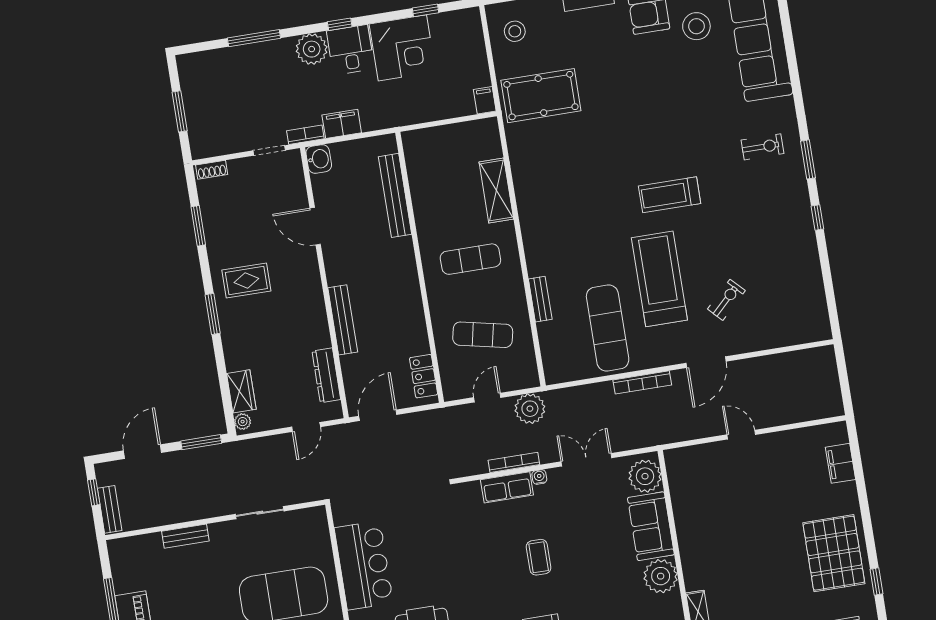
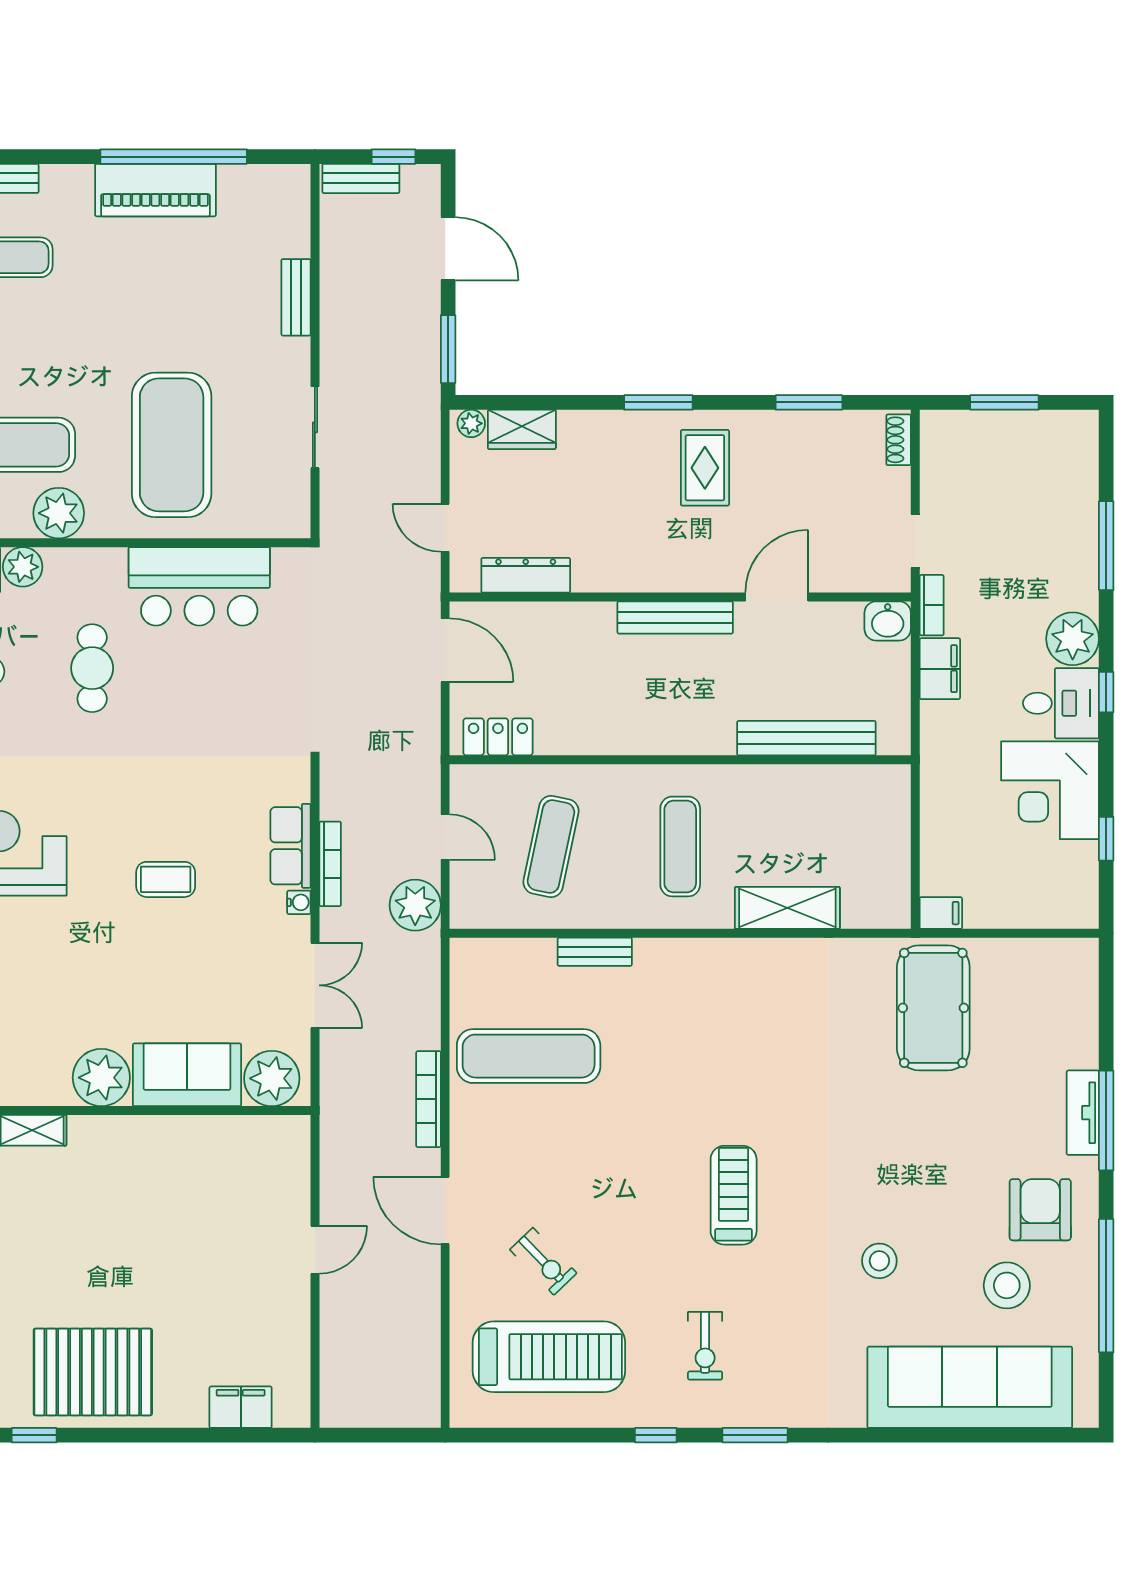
stool: (515, 31) -> (879, 1261), moved
exercise bike: (762, 147) -> (705, 1346), moved
treadmill: (659, 279) -> (549, 1357), moved
bench: (343, 320) -> (675, 617), moved

